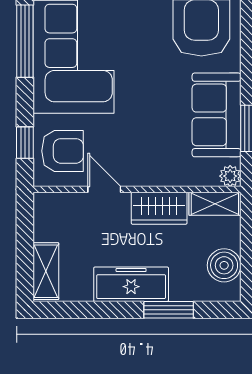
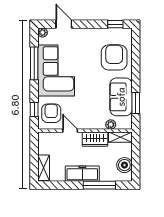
armchair: (63, 151) -> (51, 113), turned -90
plant: (230, 176) -> (111, 125), moved
window: (169, 310) -> (99, 185), width x1.44

